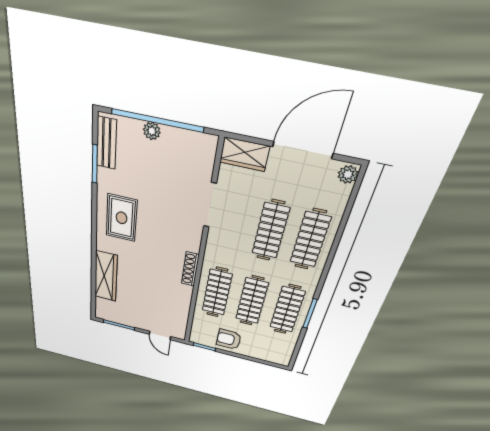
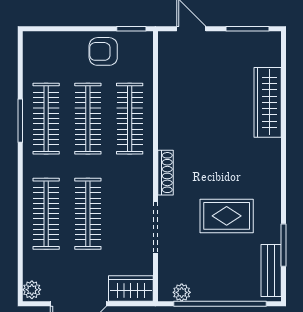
plant: (152, 131) -> (182, 292), moved
rug: (122, 218) -> (227, 216), moved, turned 90
shoe rack: (190, 269) -> (165, 173), moved
armchair: (229, 339) -> (103, 51), turned 180

